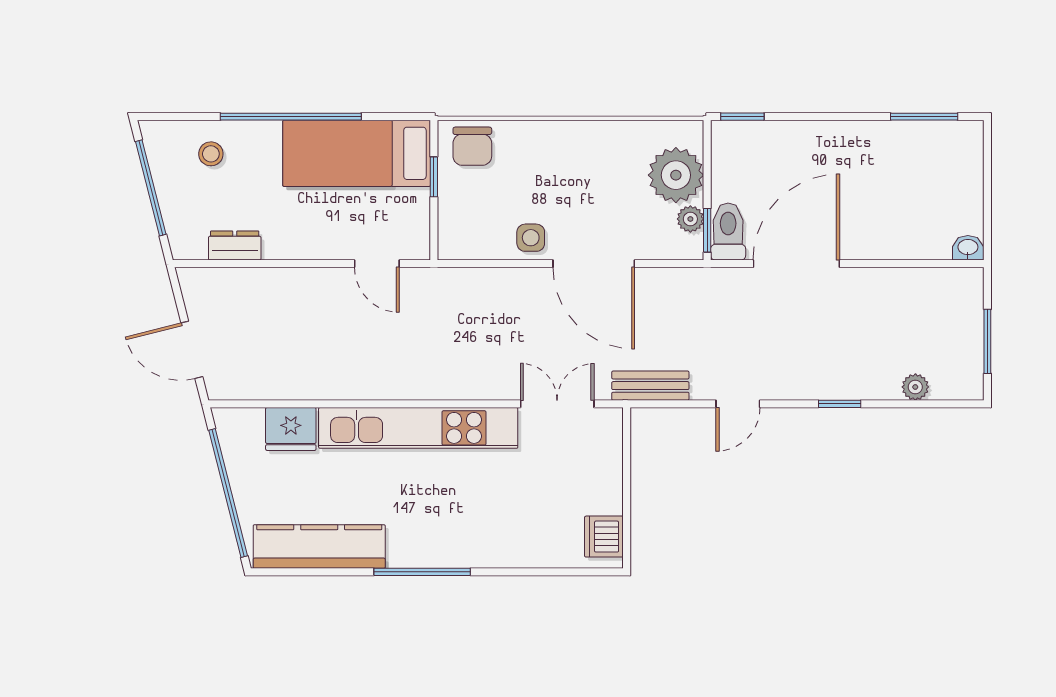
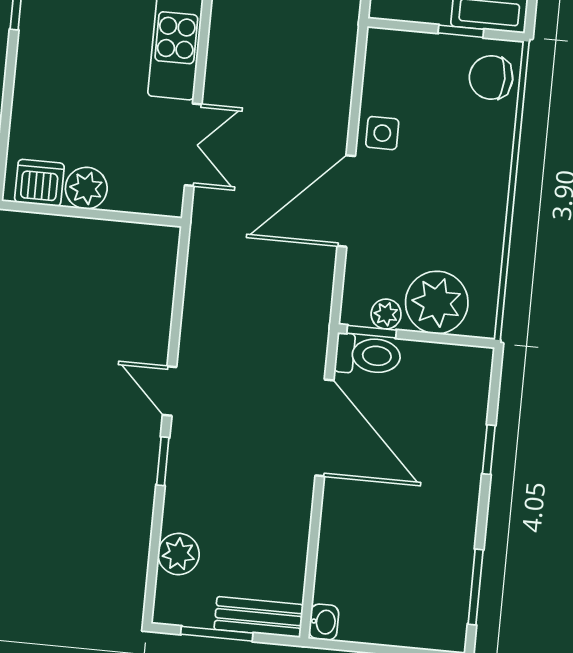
window: (742, 117) -> (489, 450), moved
bench: (650, 386) -> (259, 617), moved, turned 90
plant: (915, 387) -> (179, 554), width x1.38, depth x1.38
door: (738, 404) -> (170, 391), moved
plant: (605, 495) -> (86, 188), added

